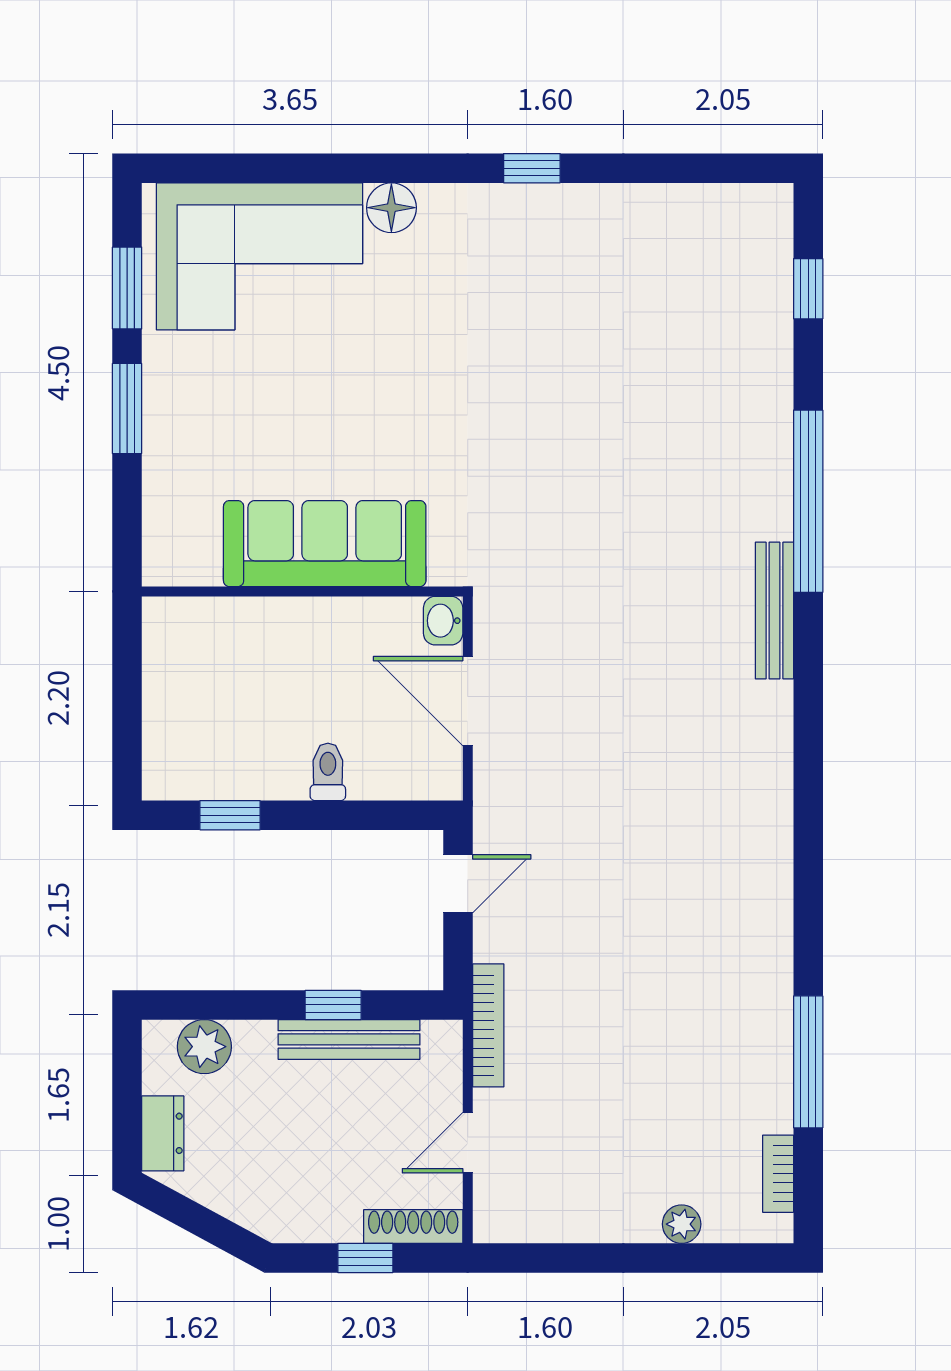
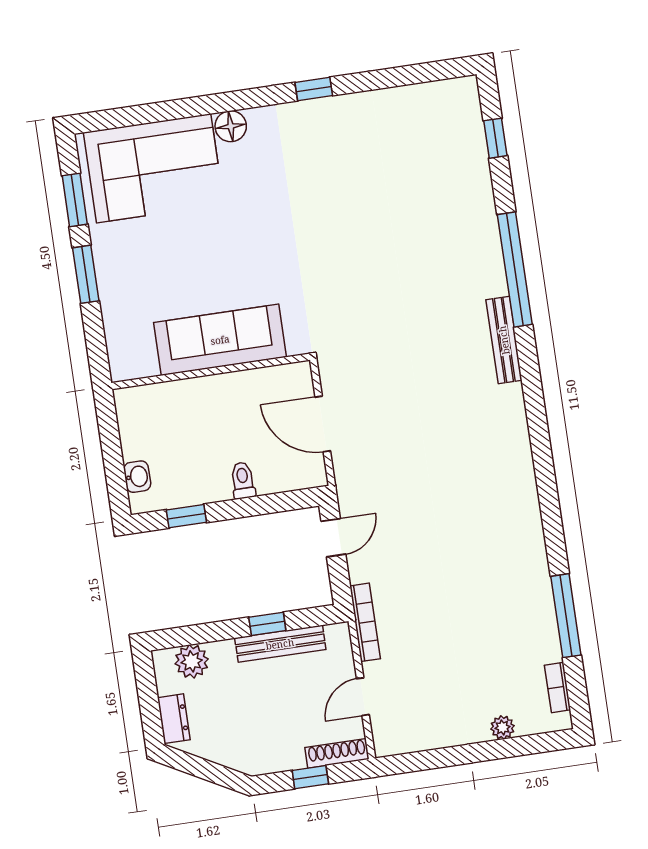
washbasin: (443, 621) -> (137, 477), moved, turned 180

